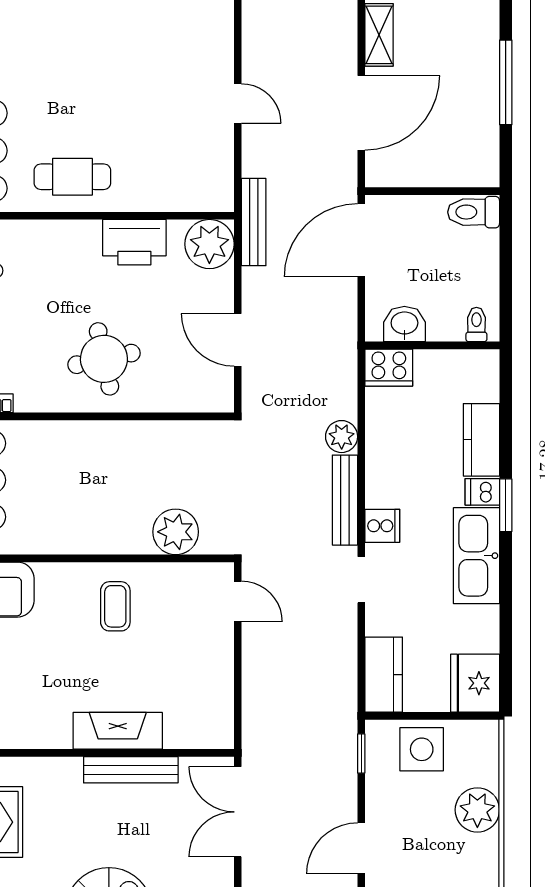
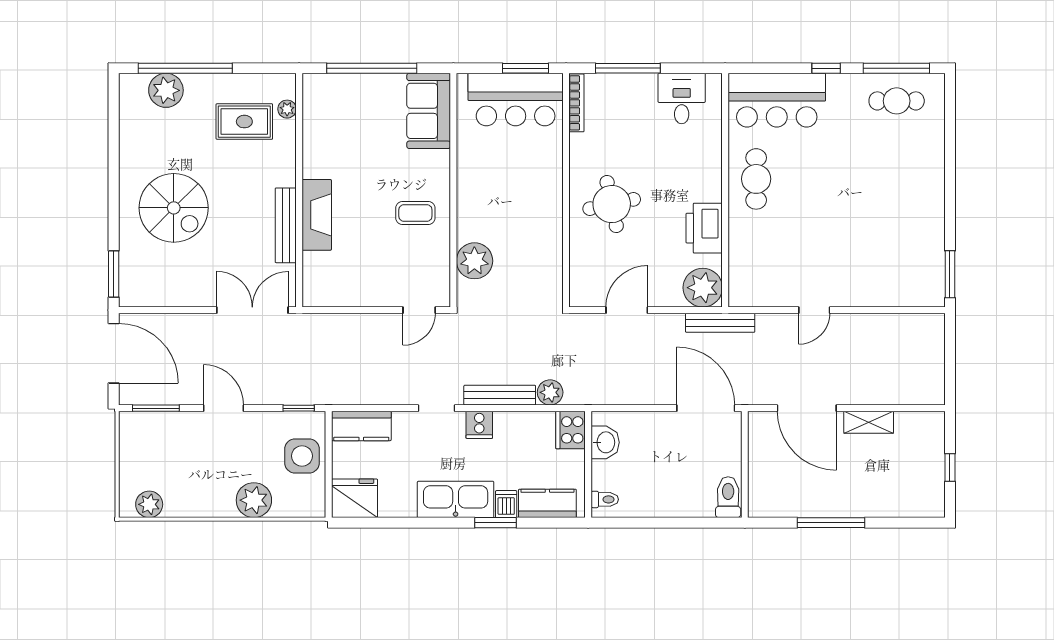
washbasin: (404, 324) -> (605, 442), moved
toilet: (476, 324) -> (605, 499), moved
wall: (432, 345) -> (588, 464), moved
cooker: (389, 368) -> (571, 430), moved

